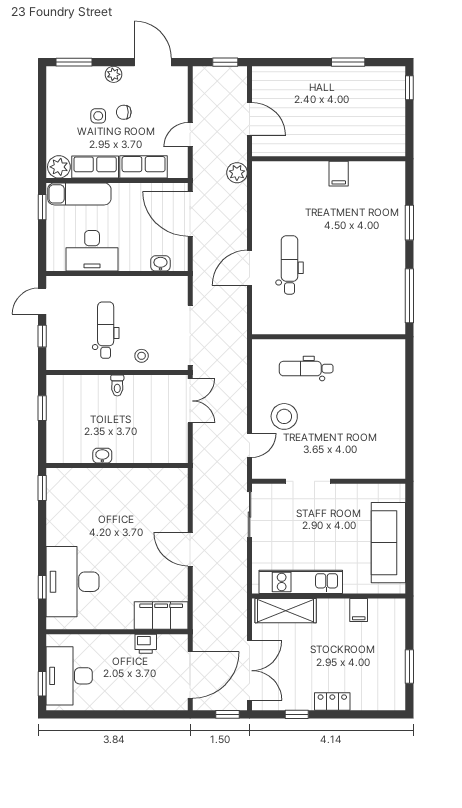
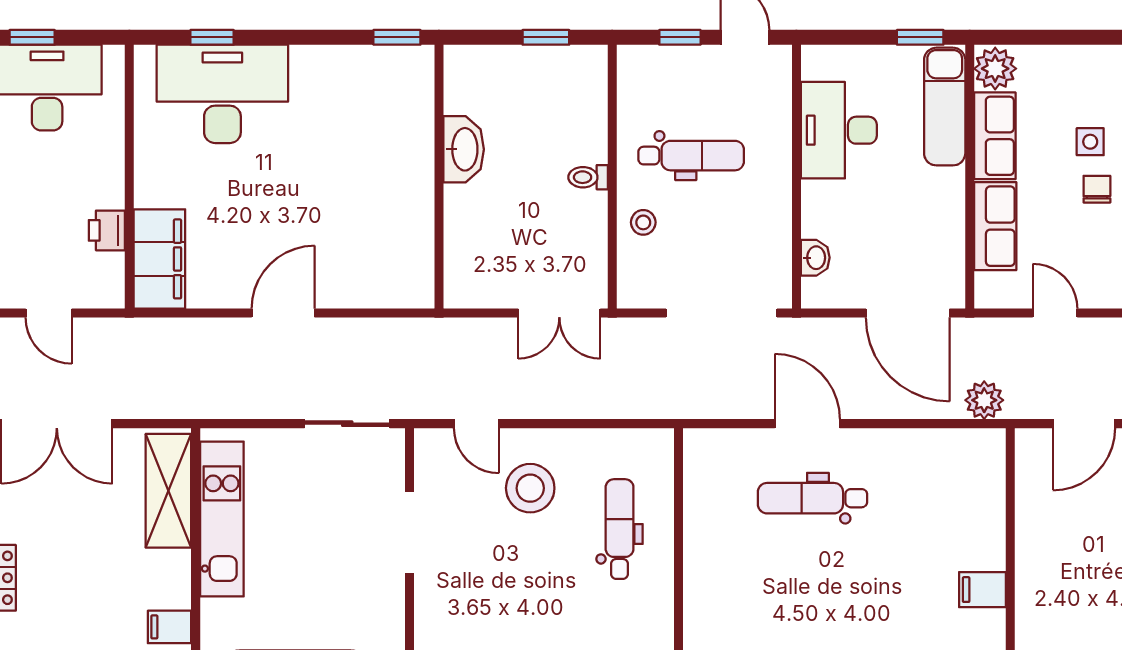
door: (190, 214) -> (908, 313), swing flipped
dental chair: (290, 265) -> (812, 498), turned 180
doorway: (190, 335) -> (722, 313), moved
washbasin: (102, 456) -> (464, 149), width x1.91, depth x1.45
door: (190, 675) -> (49, 313), width x0.53

